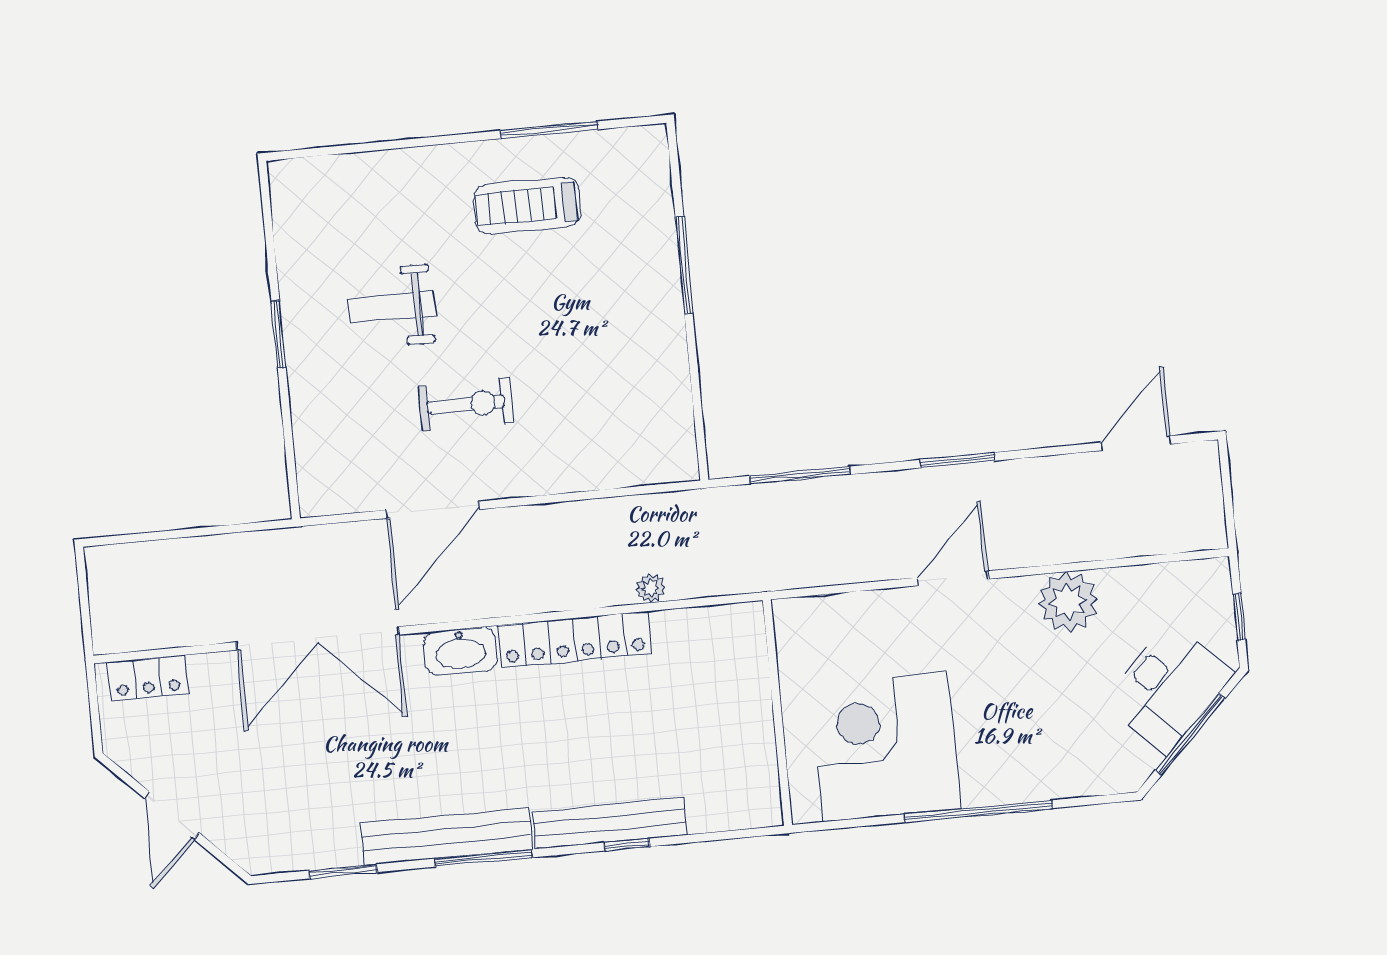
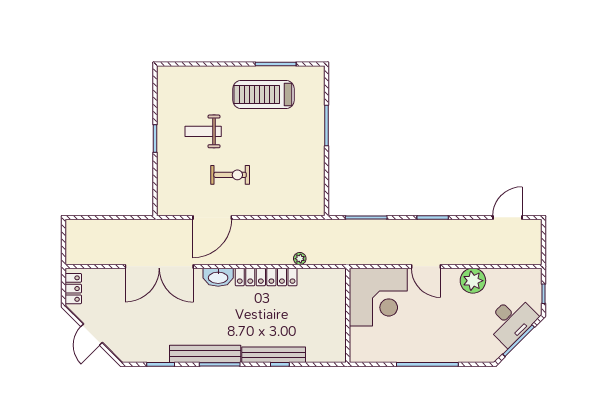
treadmill: (527, 205) -> (263, 95), width x1.37, depth x1.38
door: (953, 578) -> (426, 266), swing flipped
locker: (148, 678) -> (73, 289), moved, turned -90
corner desk: (885, 747) -> (378, 297), moved, turned 180

